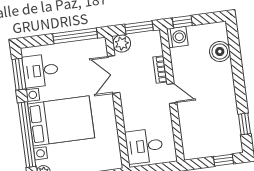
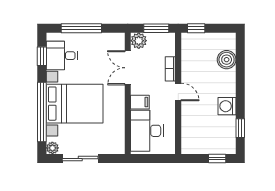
window: (75, 36) -> (81, 28), moved
washing machine: (177, 37) -> (227, 106), moved, turned 180
window: (19, 74) -> (42, 56), width x0.67
filing cabinet: (132, 110) -> (140, 102), added
desk: (144, 146) -> (147, 131), width x1.37

